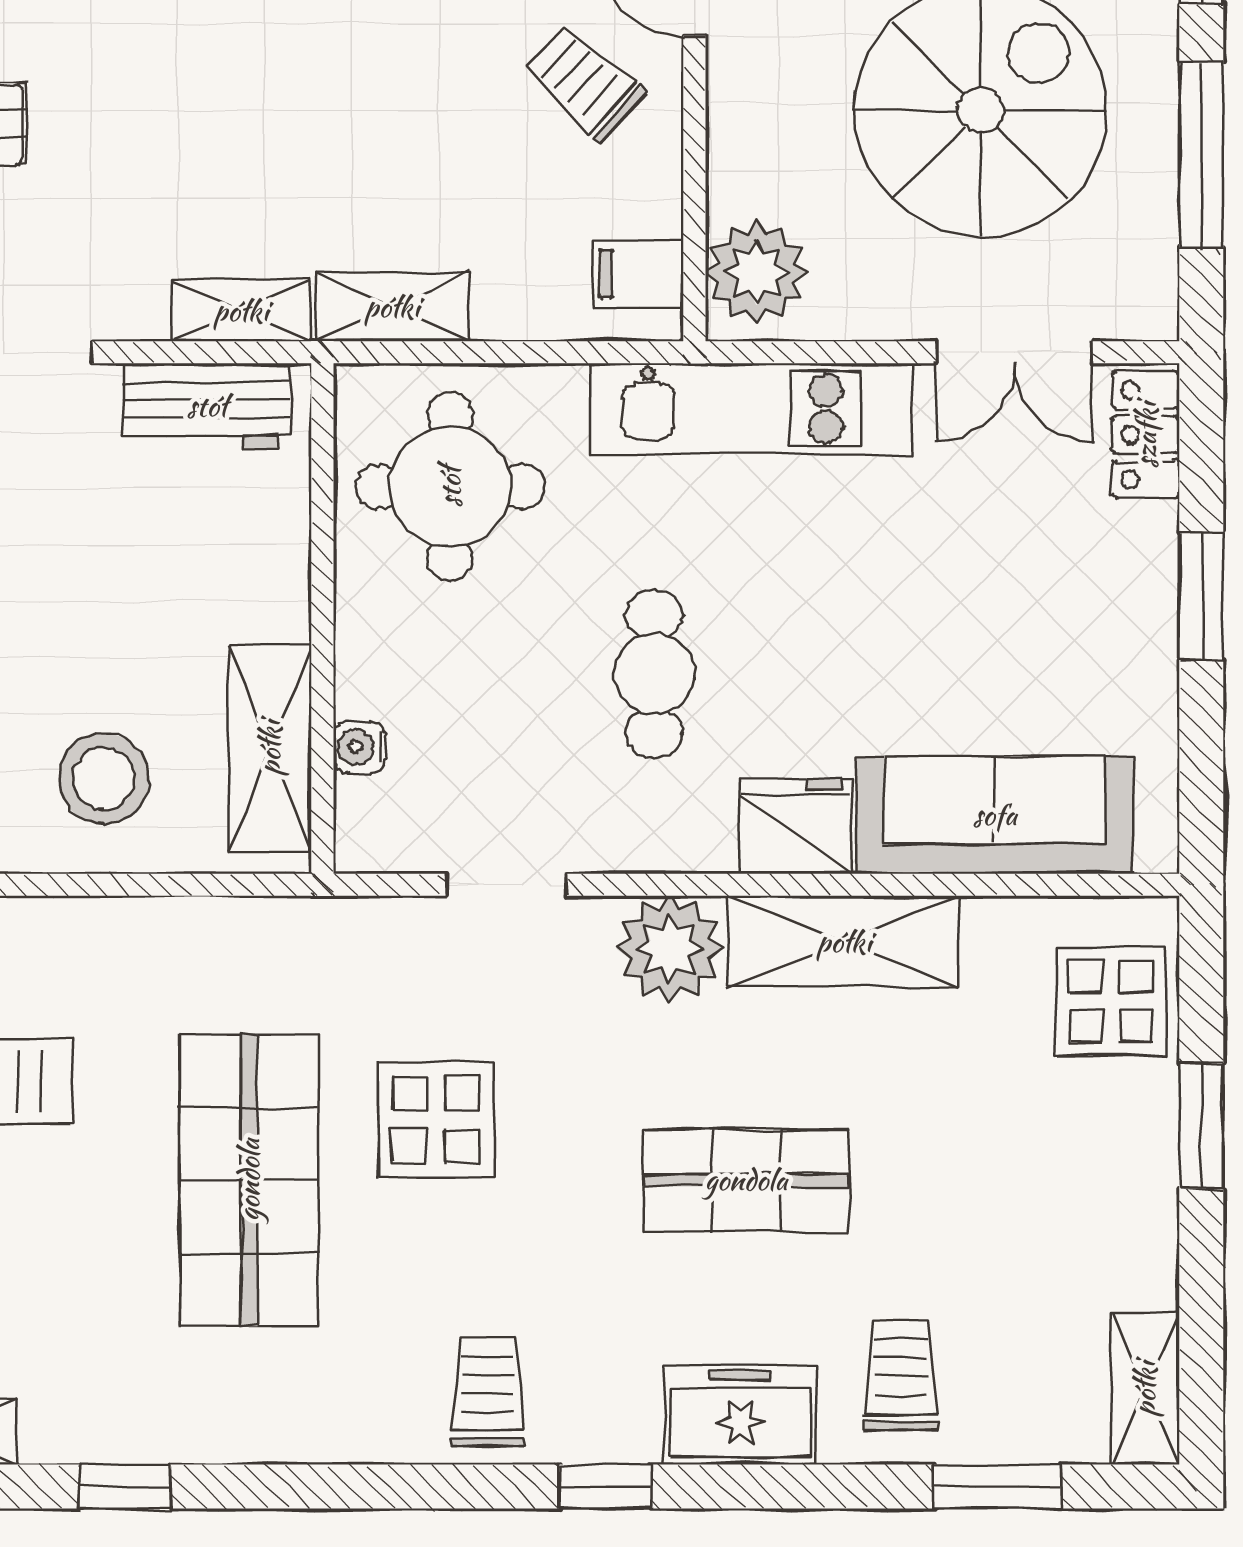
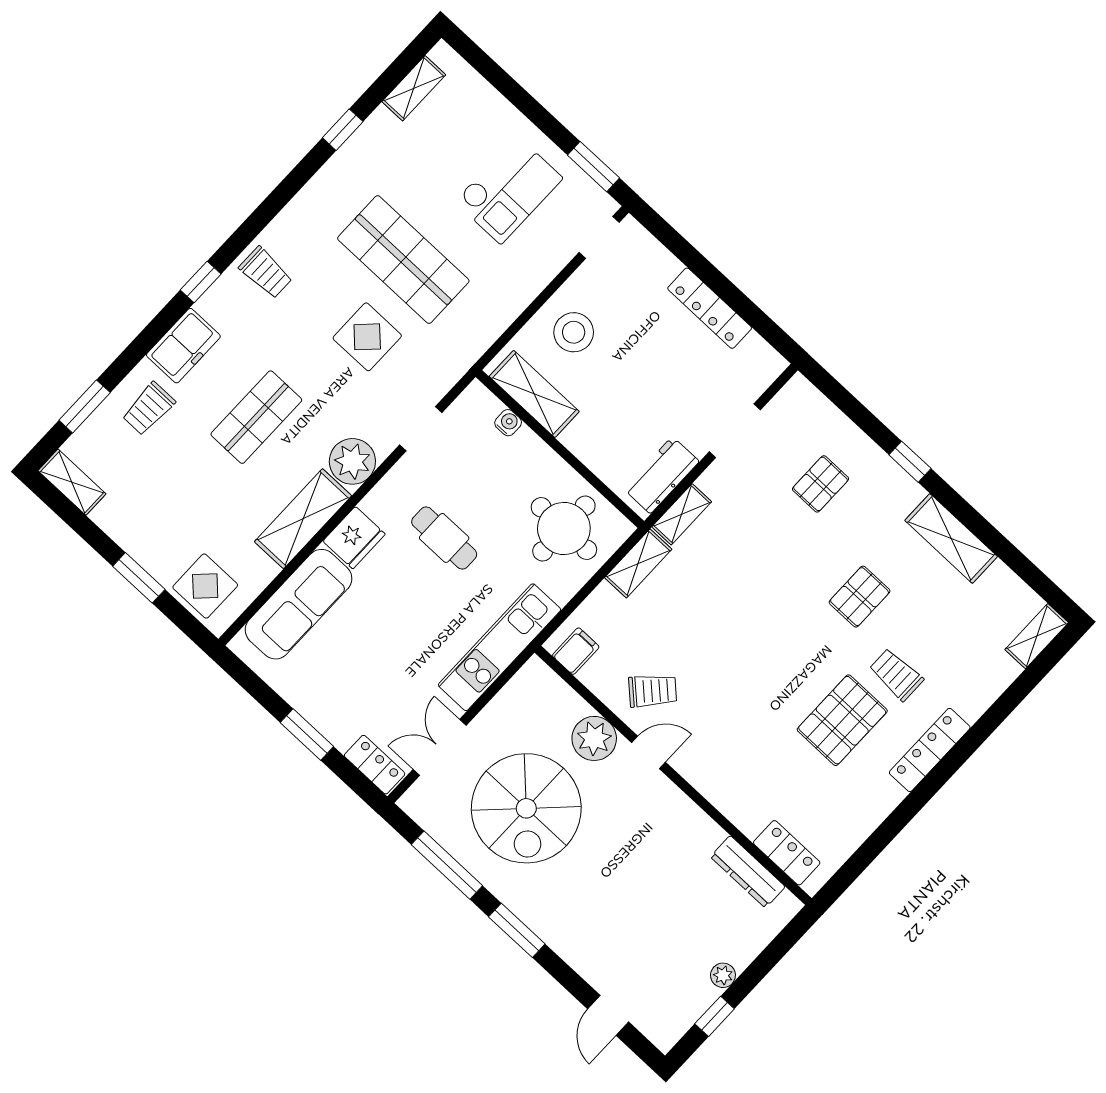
plant: (756, 272) -> (594, 738), moved
trolley: (901, 1375) -> (149, 409), turned 90

